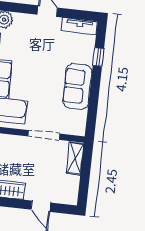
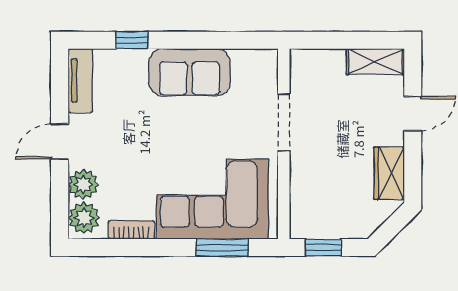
plant: (22, 21) -> (83, 184), added
shelving: (75, 158) -> (375, 62), moved

